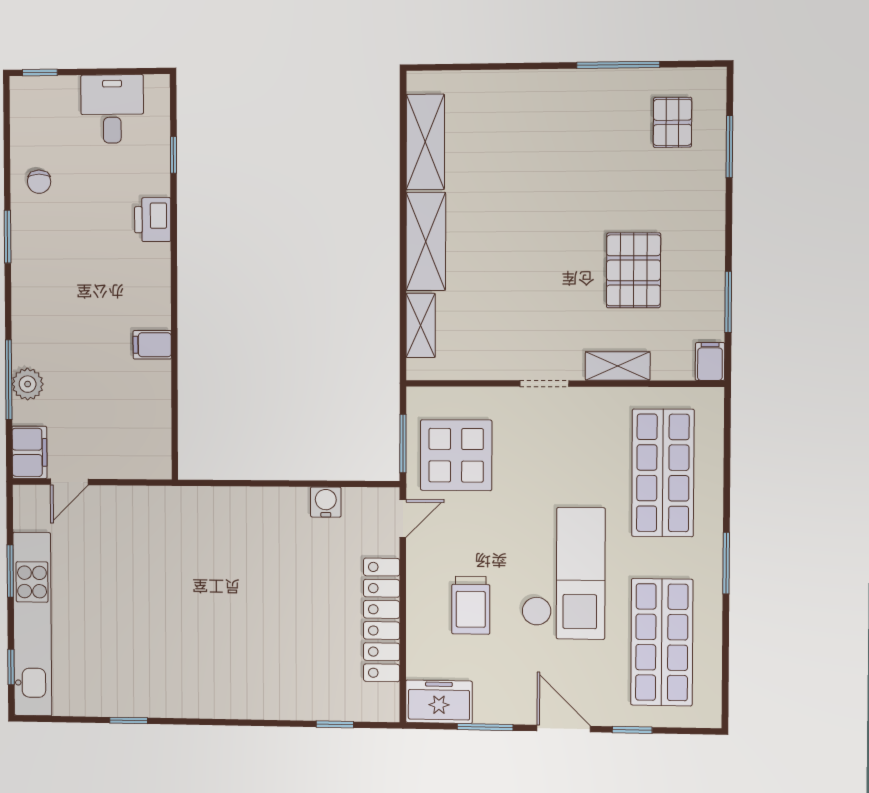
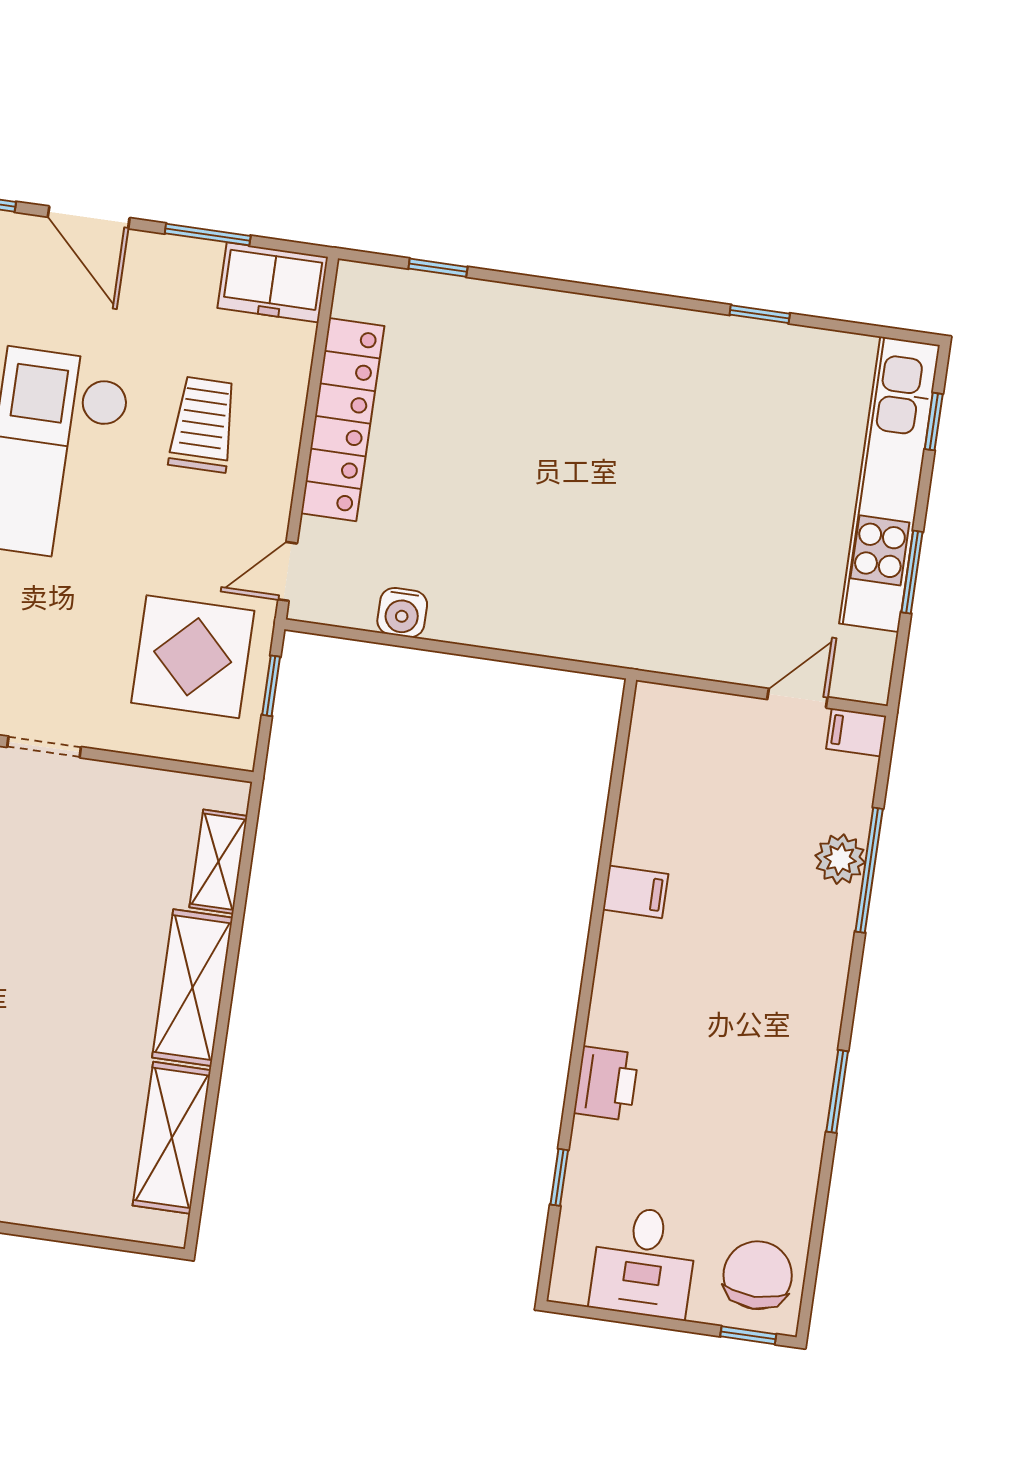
chair: (39, 182) -> (758, 1275), moved, width x1.87, depth x1.87
window: (403, 444) -> (271, 686), width x0.67
filing cabinet: (29, 452) -> (856, 732), width x0.50

